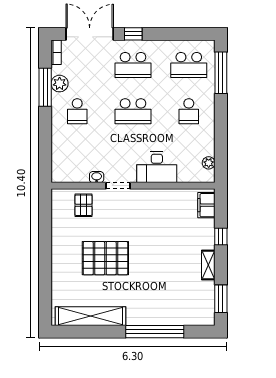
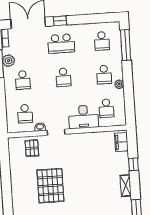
school desk: (189, 65) -> (102, 41), width x0.54
school desk: (133, 111) -> (63, 77), width x0.54
school desk: (77, 157) -> (25, 114), added
school desk: (189, 157) -> (106, 108), added
plant: (209, 163) -> (119, 84), moved
pallet: (105, 258) -> (50, 186), turned 90

